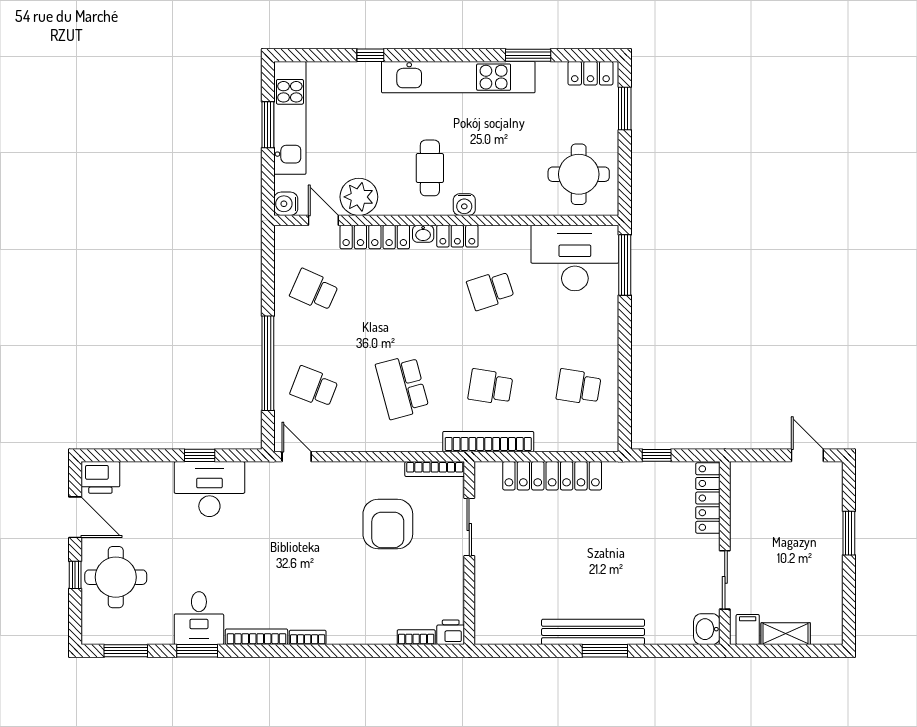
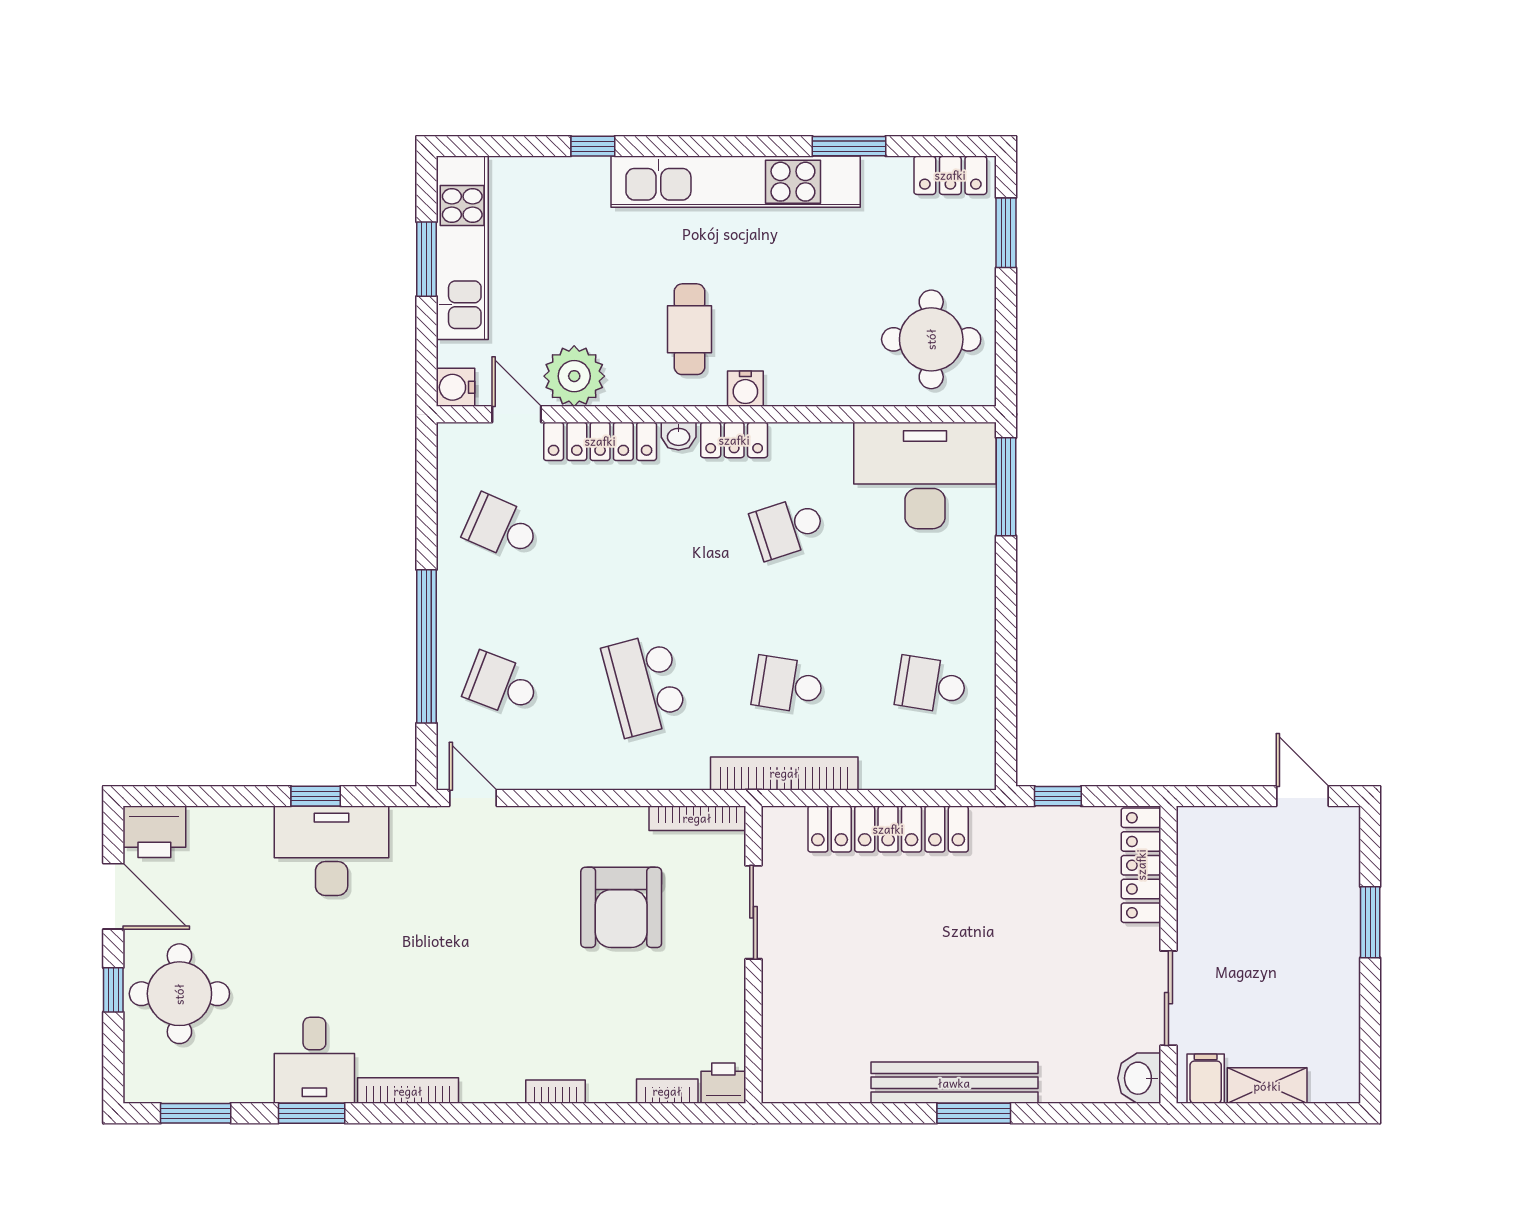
bookcase: (308, 637) -> (555, 1092), moved

